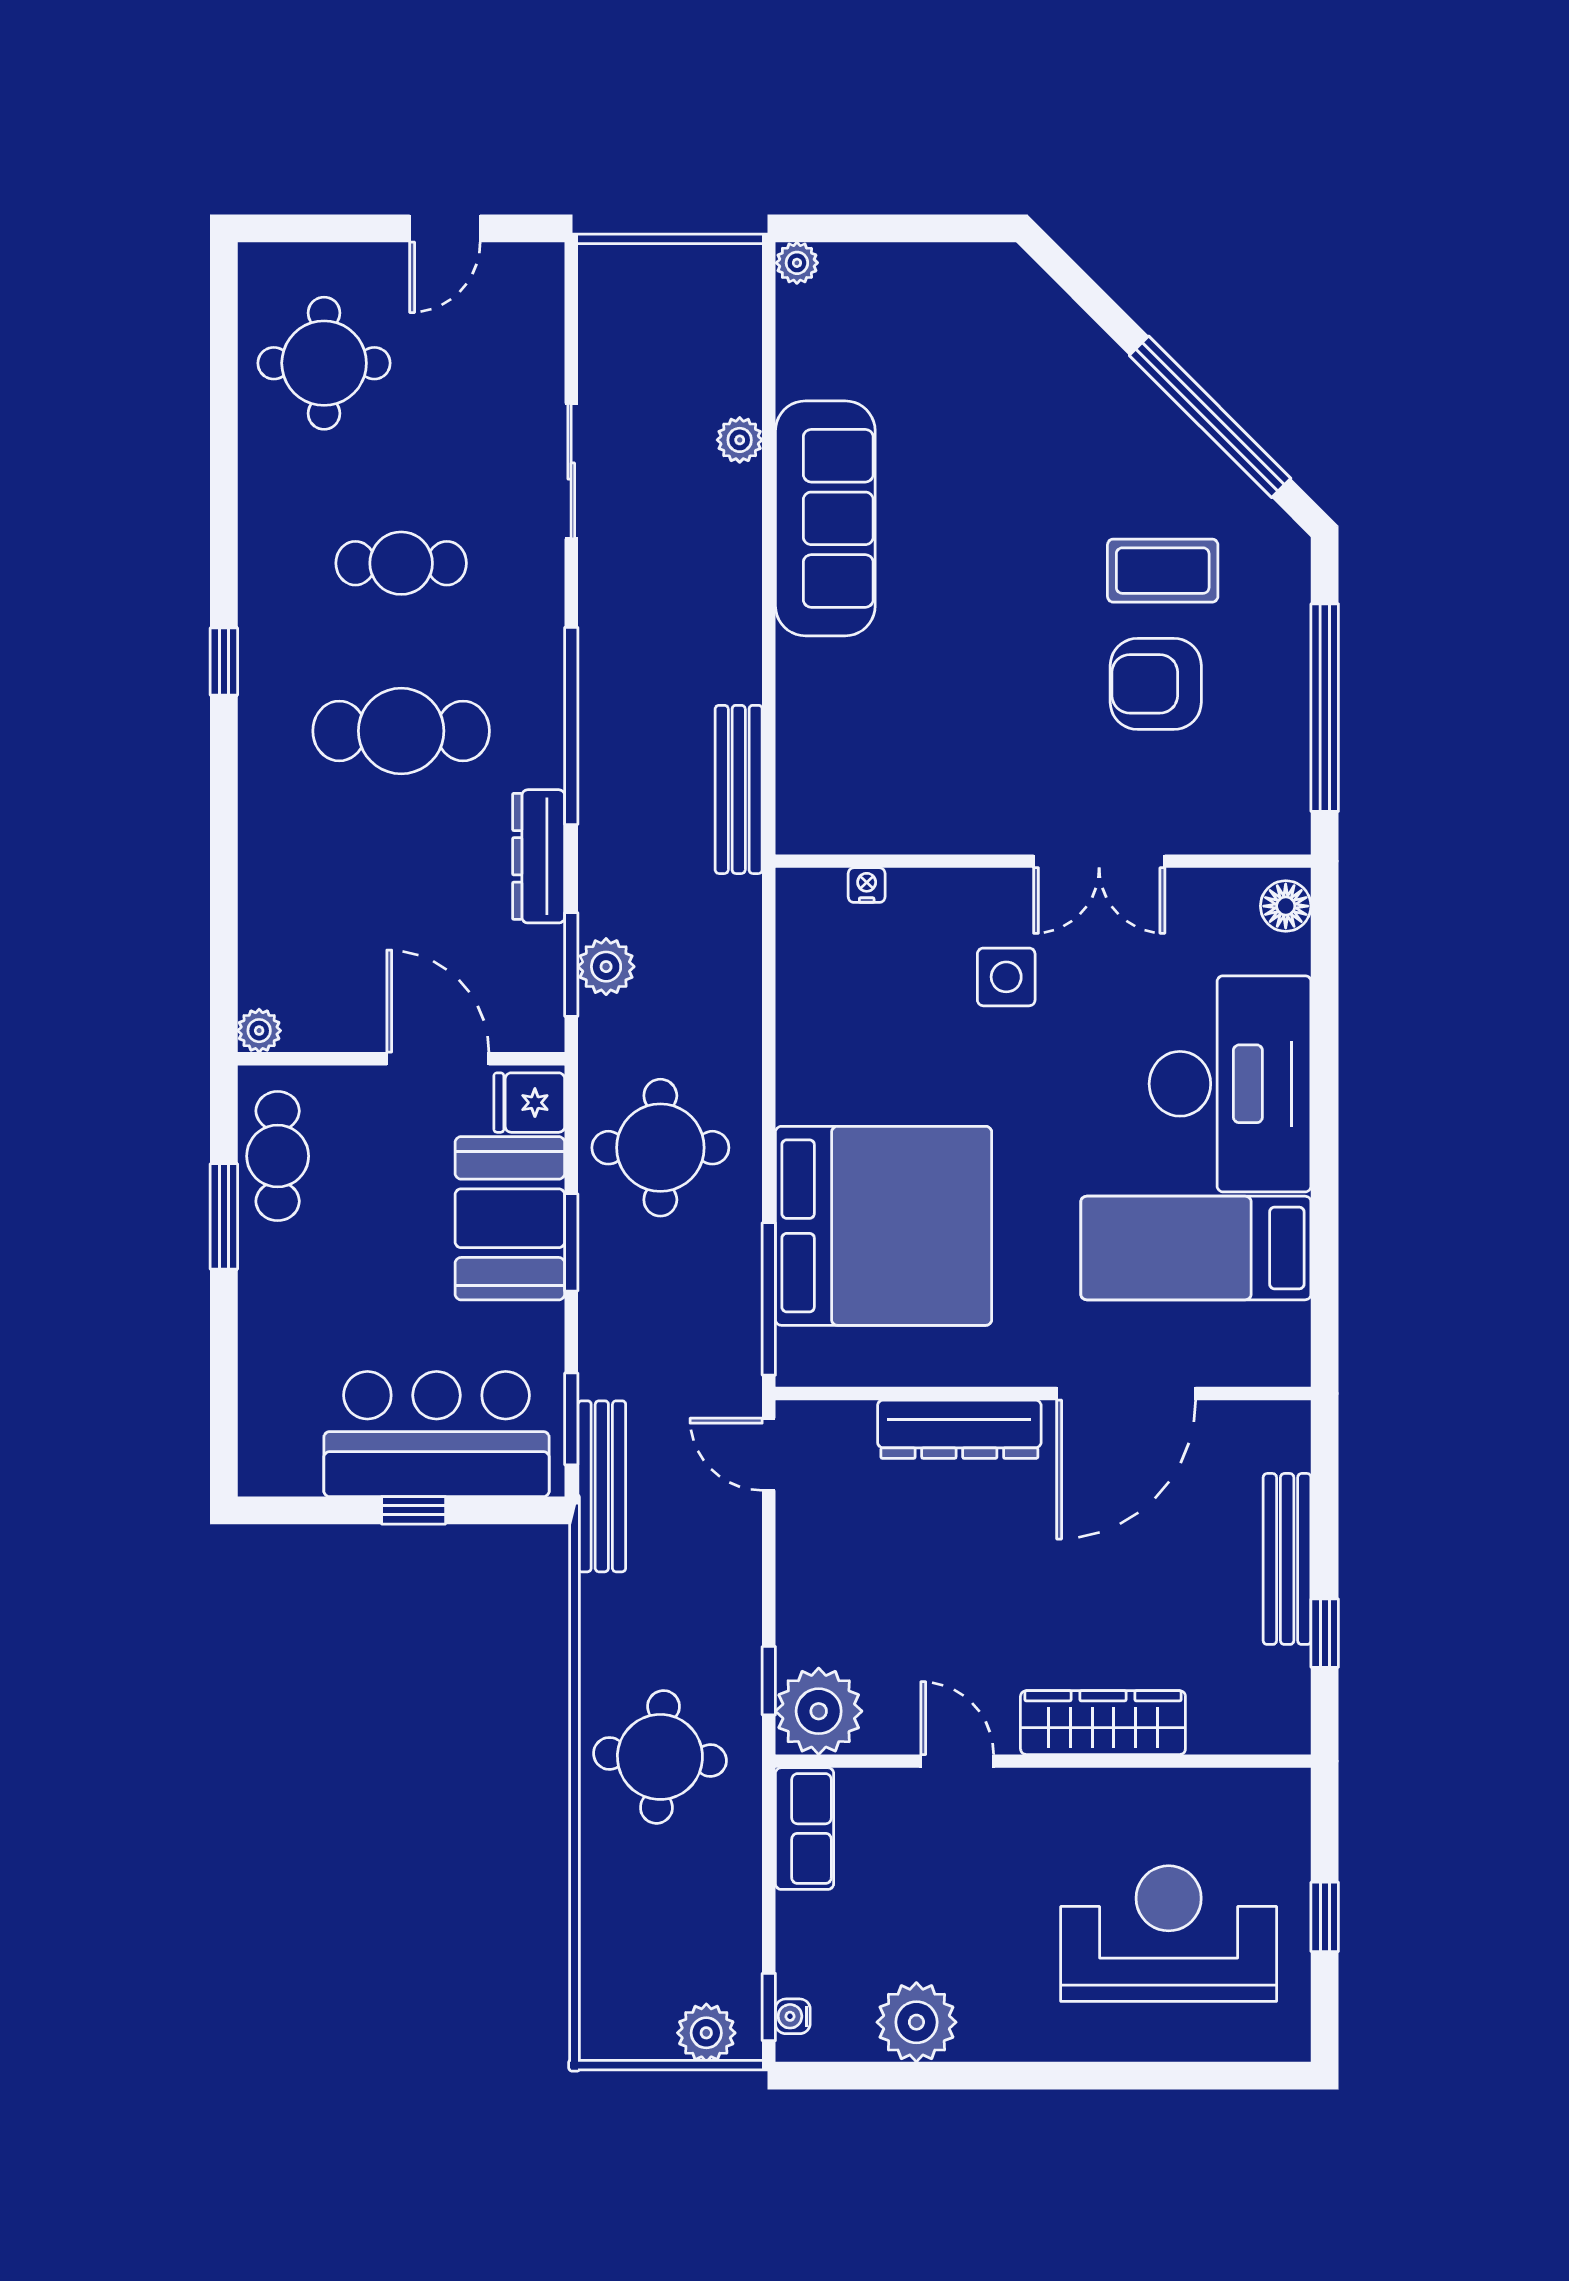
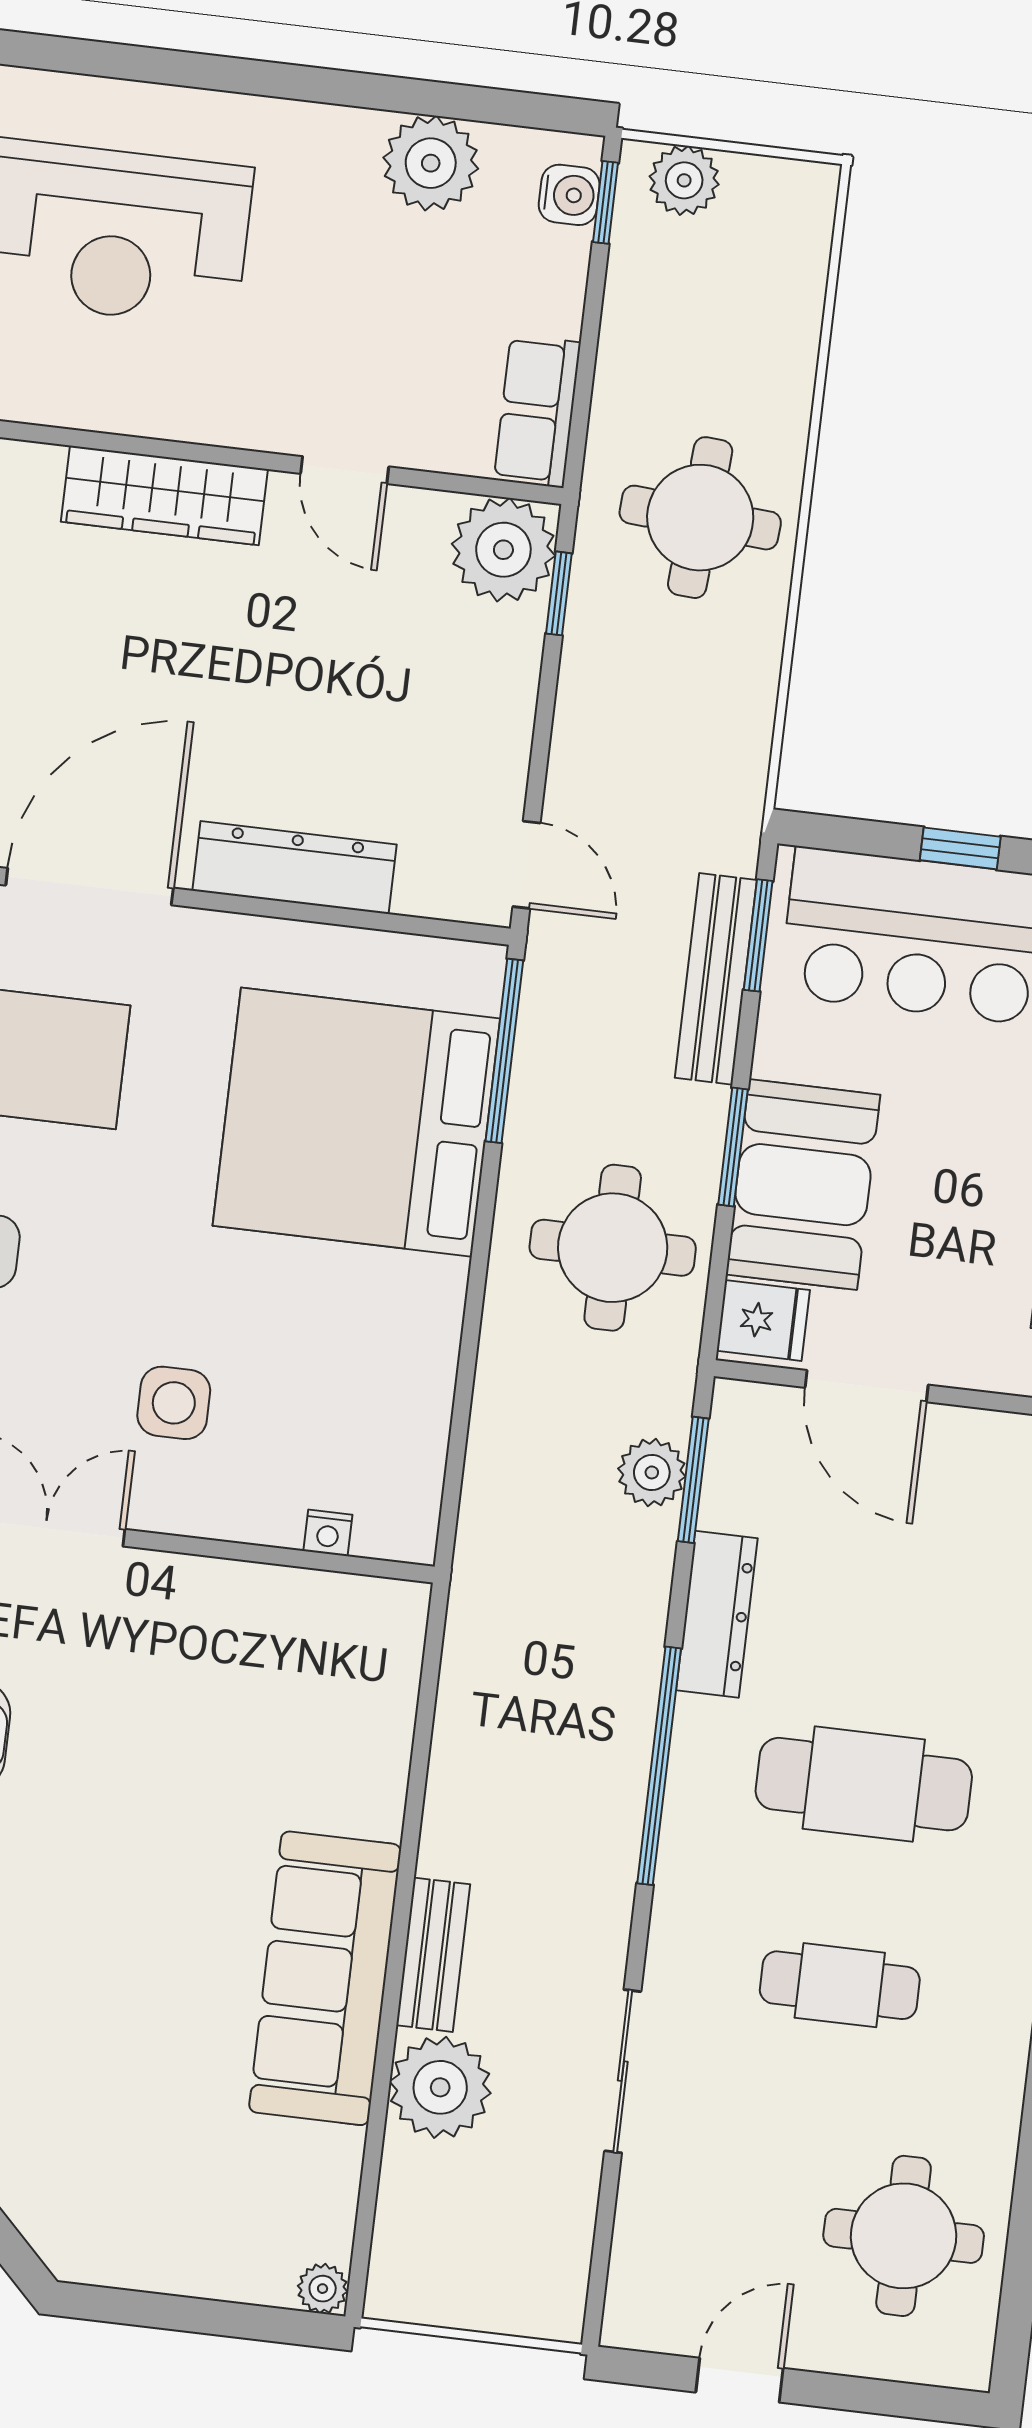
plant: (740, 440) -> (440, 2087), width x1.88, depth x1.88
bench: (739, 789) -> (433, 1955), moved, width x0.73
bench: (602, 1486) -> (716, 979), moved
water cooler: (793, 2016) -> (569, 195), width x1.38, depth x1.38

